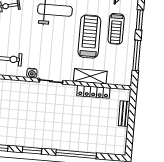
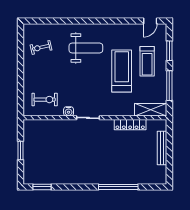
shelving: (90, 76) -> (151, 110), moved
bench: (124, 114) -> (162, 148), width x1.36
window: (32, 150) -> (75, 187), removed

